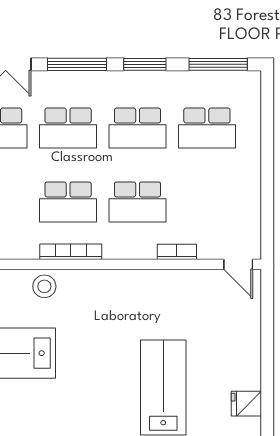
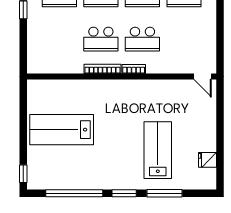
bookcase: (177, 252) -> (134, 69), moved
stool: (44, 286) -> (87, 90), removed

